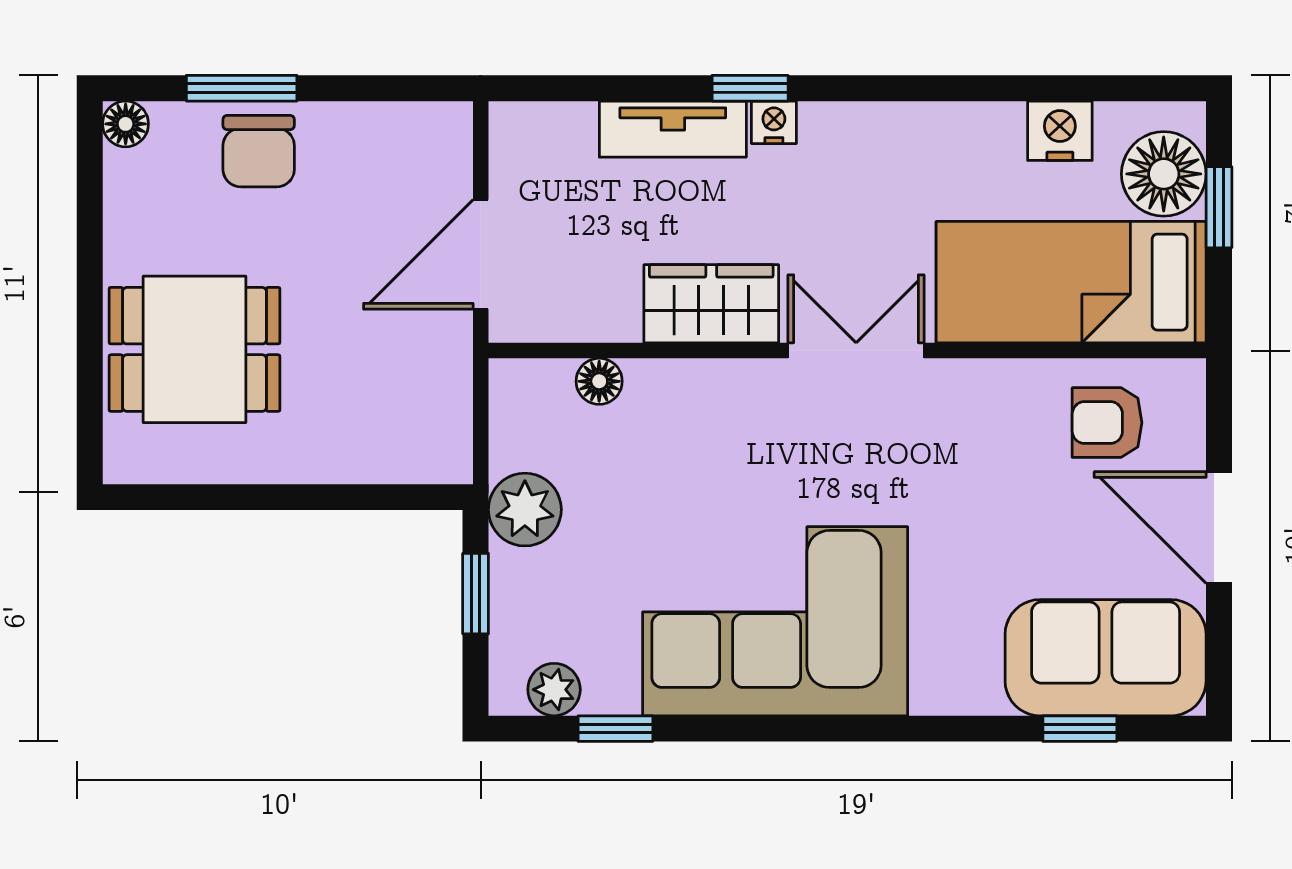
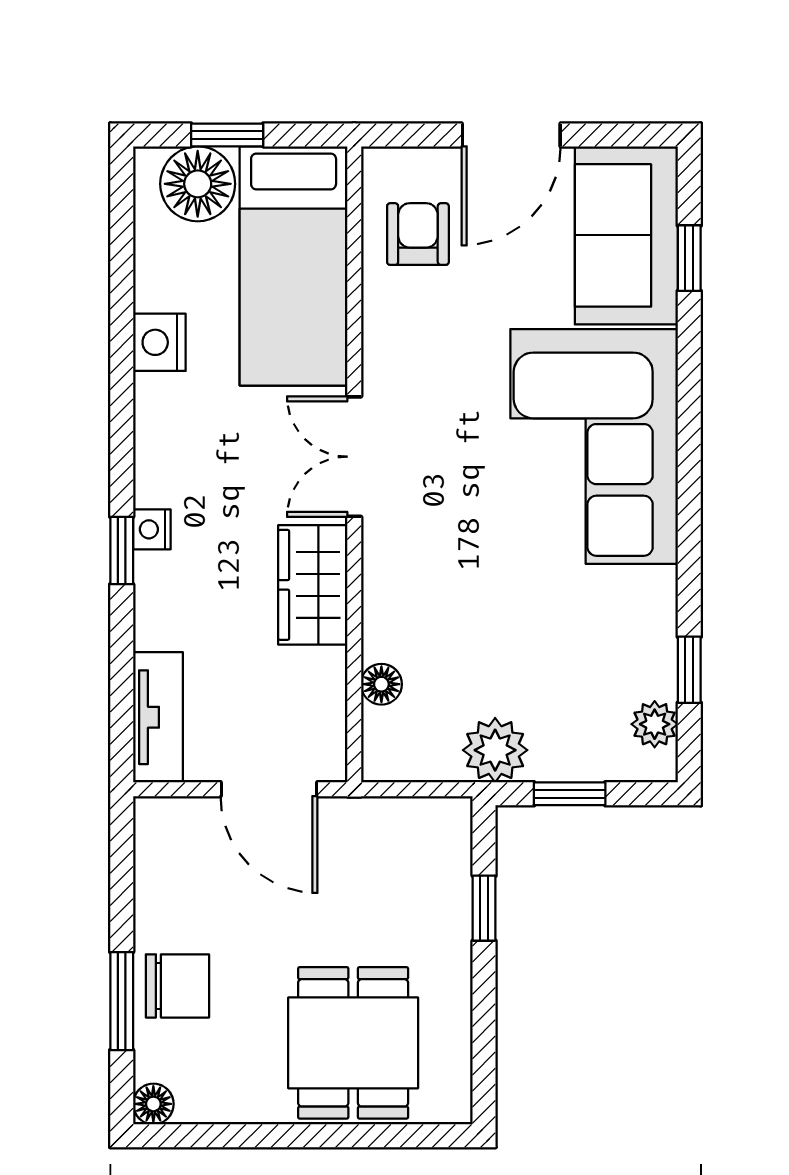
tv unit: (673, 129) -> (158, 717), moved
nightstand: (1060, 131) -> (159, 342), moved
armchair: (1107, 423) -> (418, 234), turned 180
window: (346, 497) -> (484, 908), added
corner sofa: (775, 621) -> (594, 446), moved

